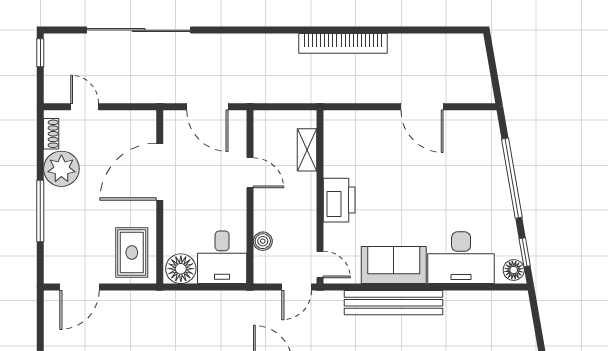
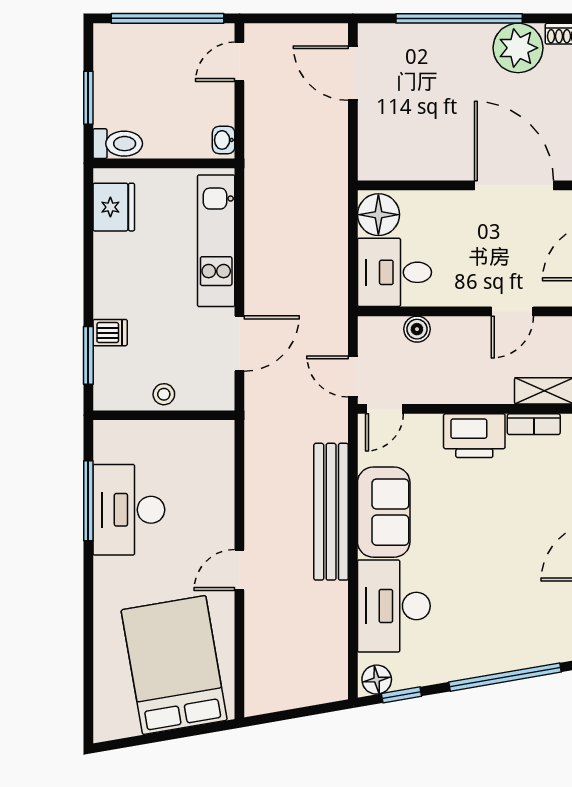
bookcase: (331, 158) -> (534, 424), added
window: (40, 211) -> (459, 18), width x1.46
rug: (132, 252) -> (401, 146), removed

